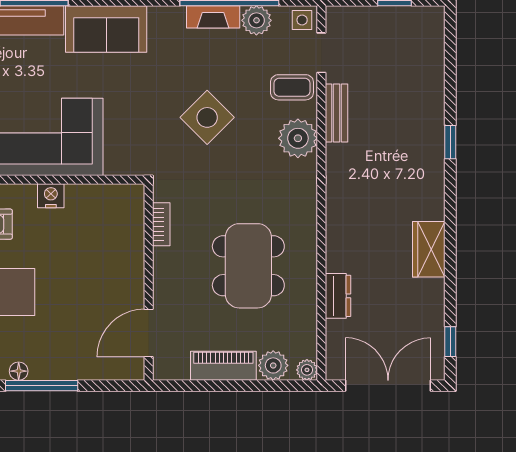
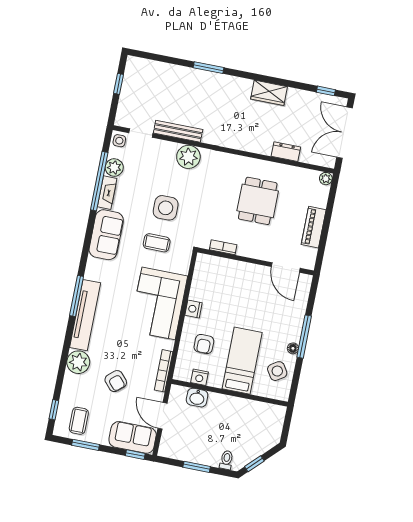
sofa: (106, 29) -> (106, 235), moved
coffee table: (292, 87) -> (157, 243), moved, turned 90
bench: (337, 113) -> (178, 131), width x1.36
side table: (207, 117) -> (166, 208), turned 45
window: (450, 142) -> (208, 68), width x1.50
dining table: (248, 266) -> (258, 201), width x0.73
plant: (273, 365) -> (319, 198), removed

